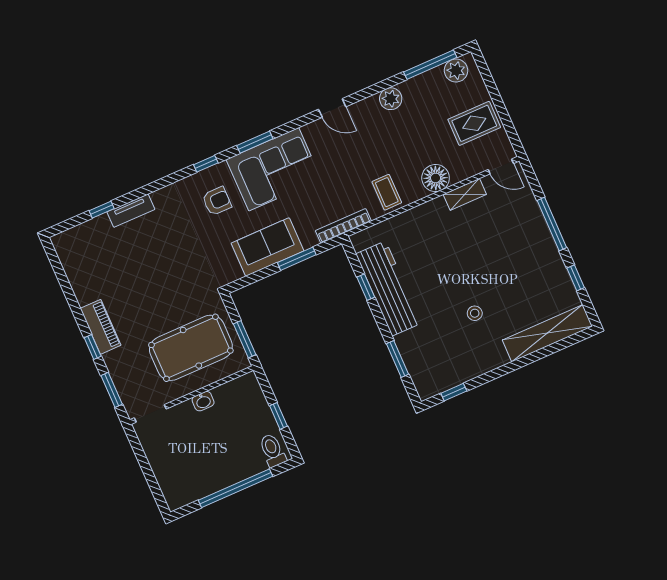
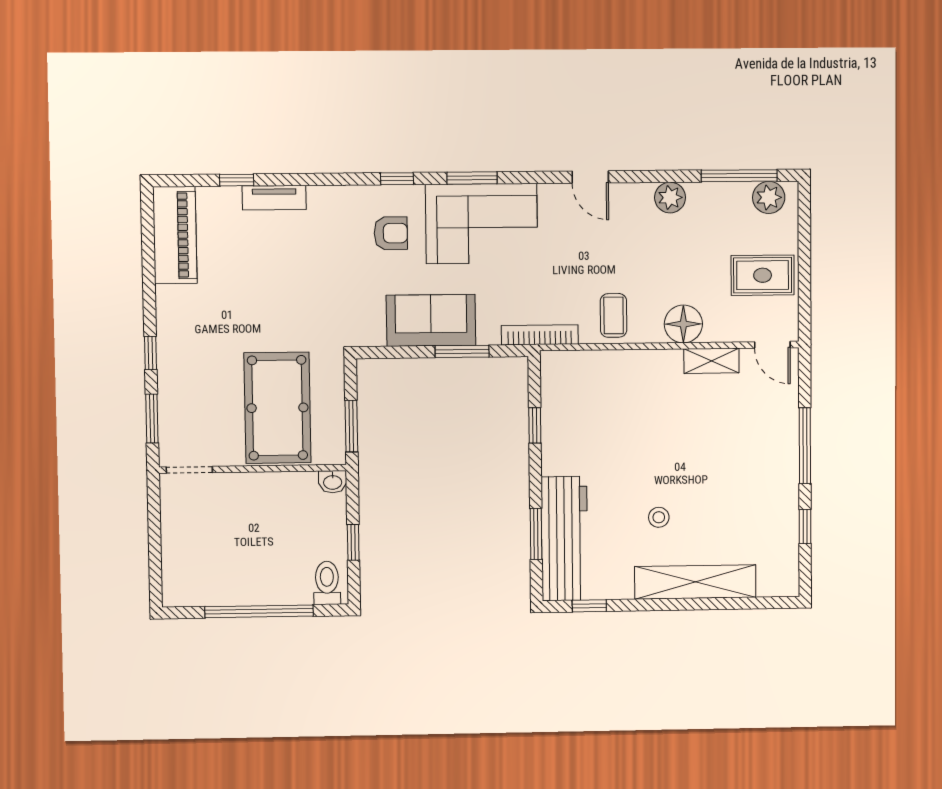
workbench: (389, 288) -> (564, 539), moved
piano: (101, 327) -> (175, 235), moved, width x1.37, depth x1.33
shelving: (547, 333) -> (695, 582), moved
pool table: (191, 348) -> (277, 408), turned 90
washbasin: (203, 401) -> (333, 482), moved

